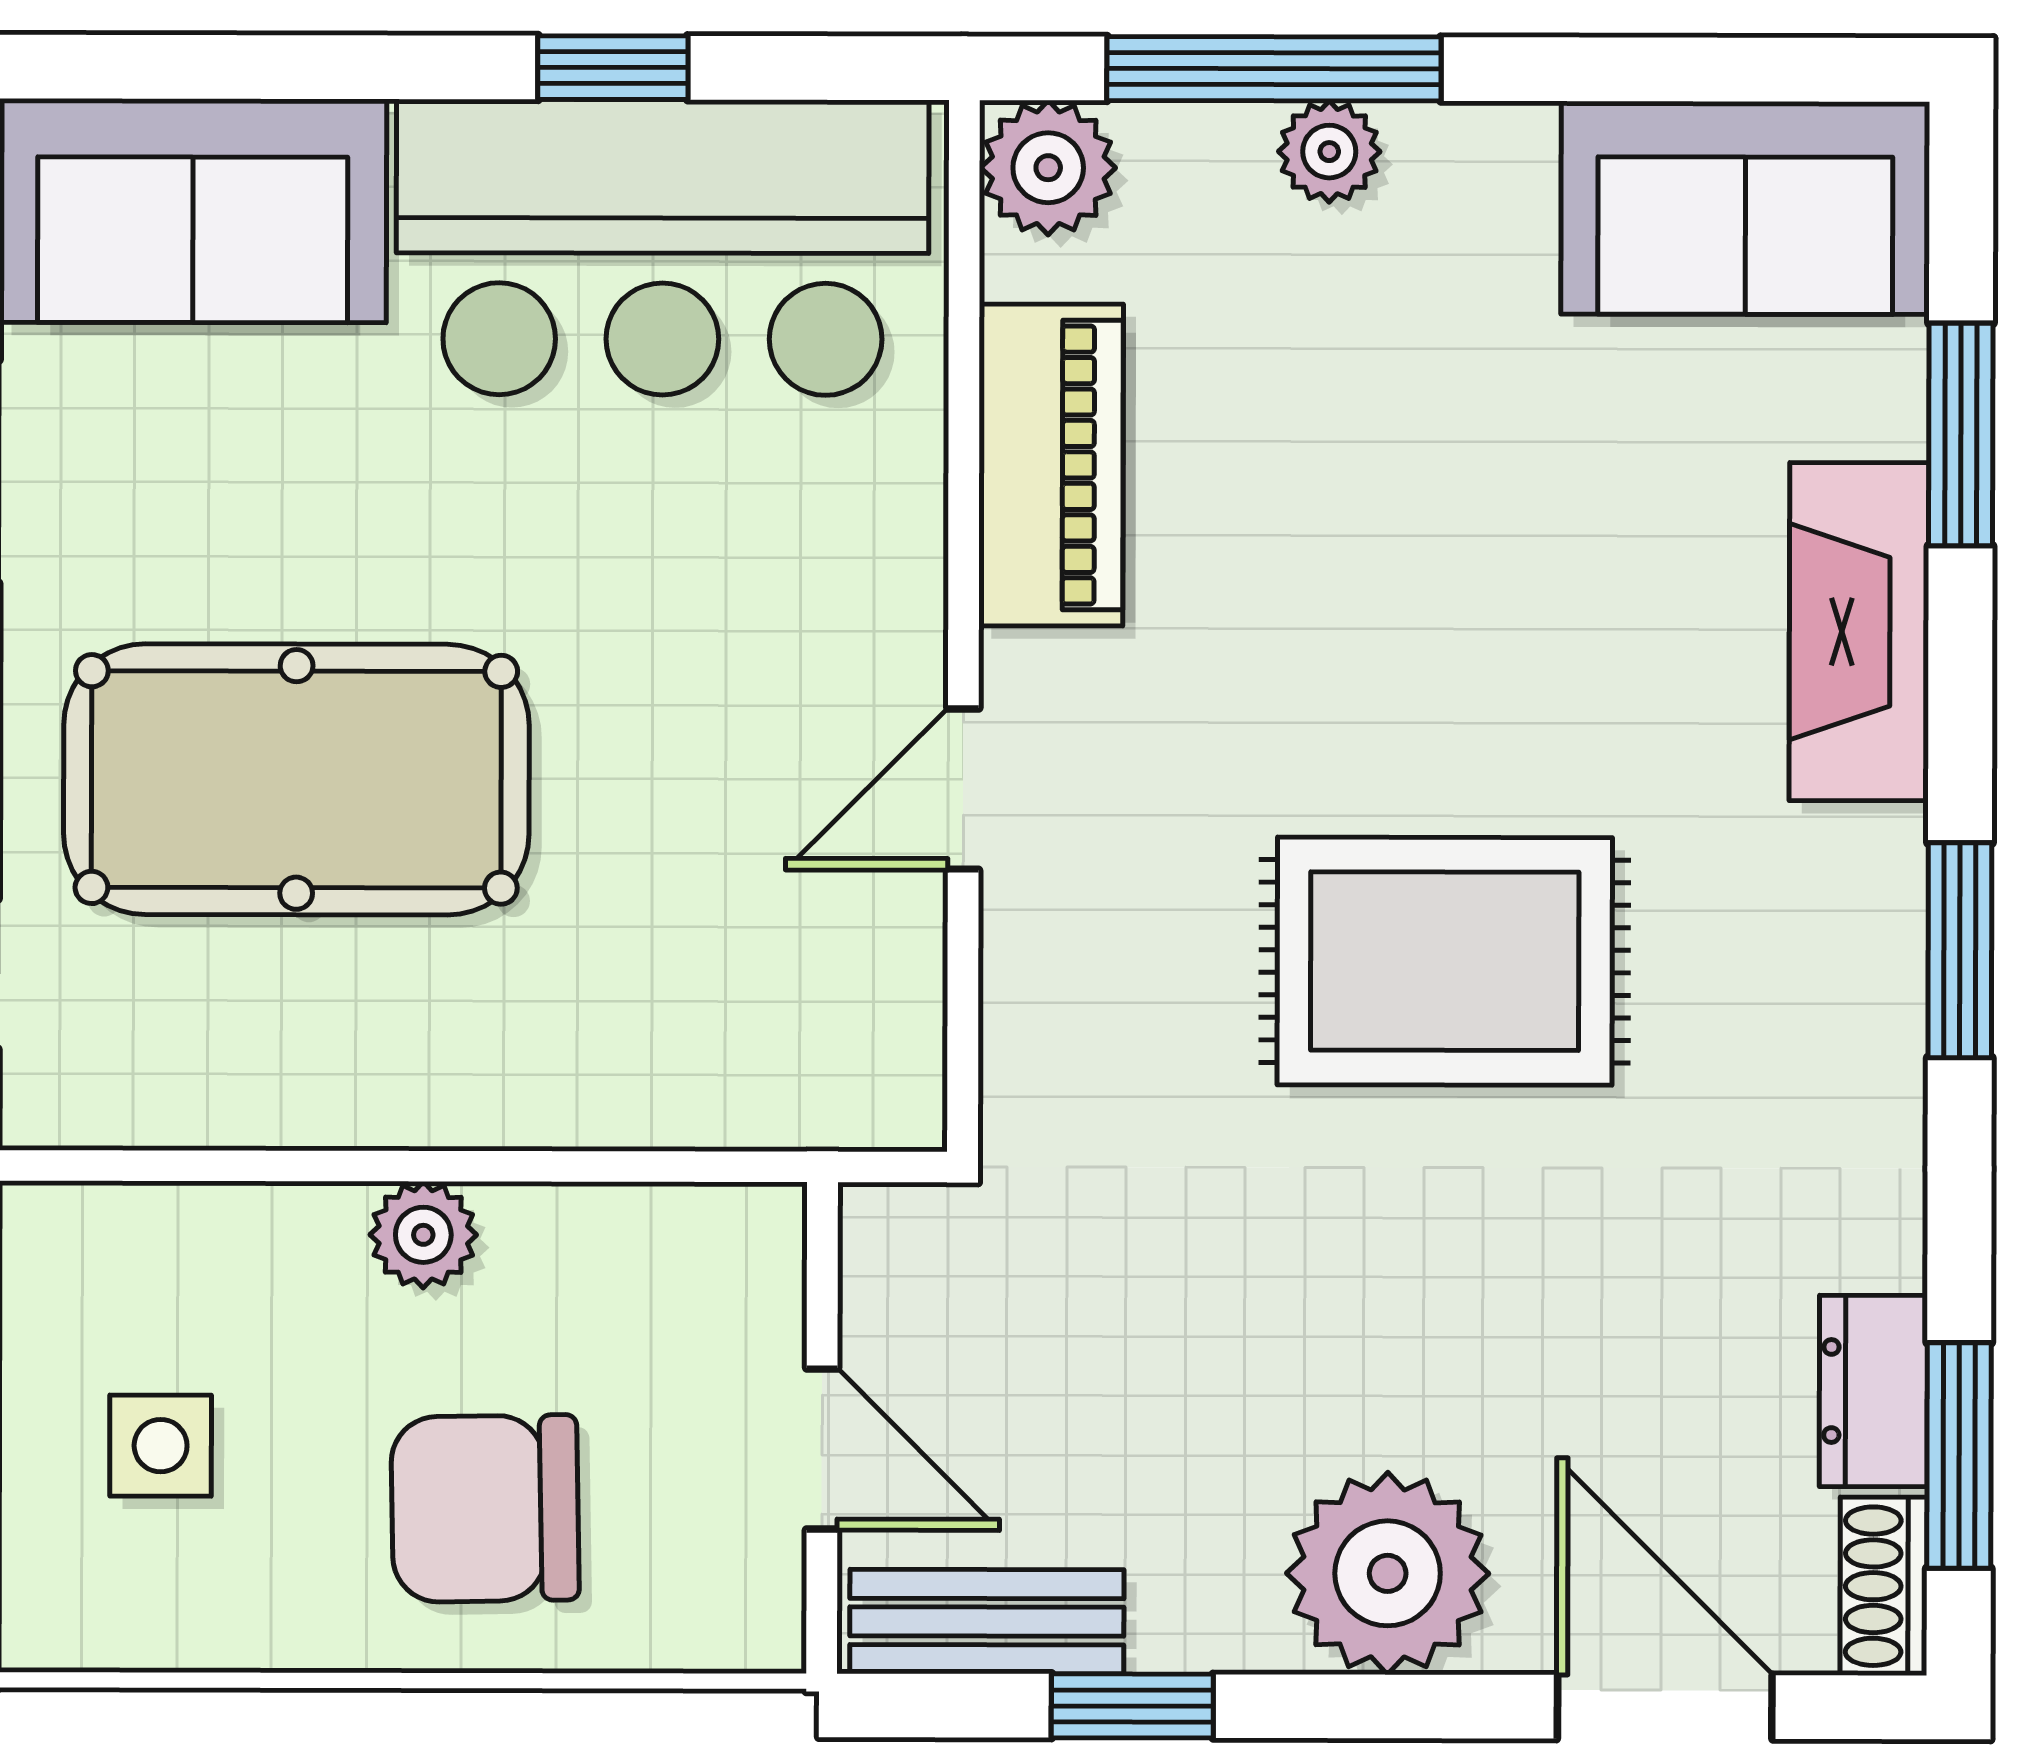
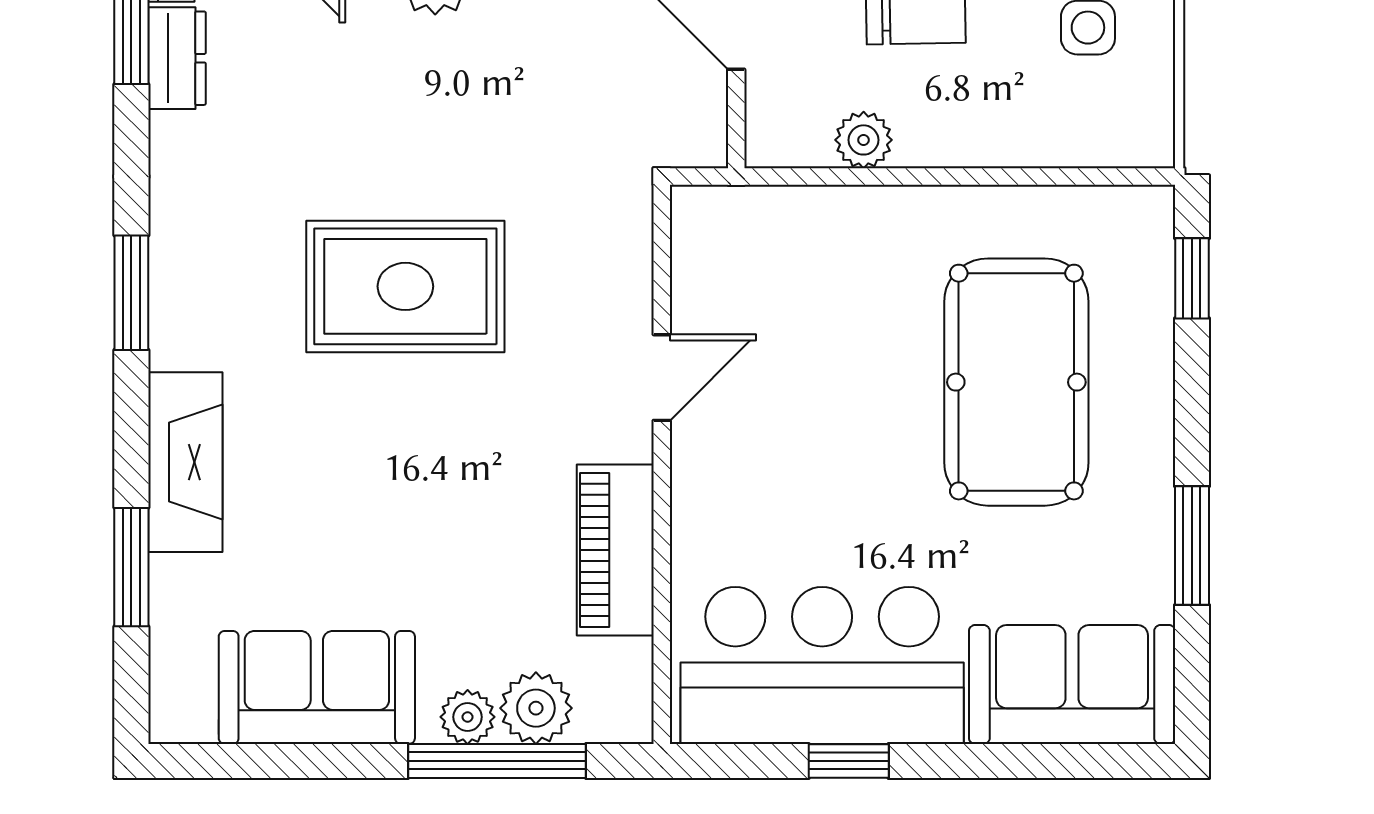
plant: (1048, 168) -> (536, 708), moved
sofa: (1745, 208) -> (317, 687), moved
pool table: (296, 779) -> (1016, 382), turned 90
plant: (423, 1235) -> (864, 140), moved

